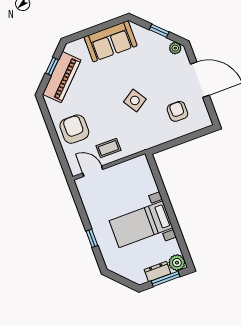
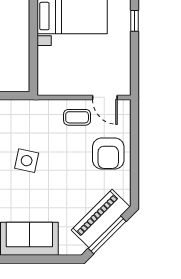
window: (52, 66) -> (107, 235), width x2.17
side table: (135, 100) -> (27, 161), turned 45

